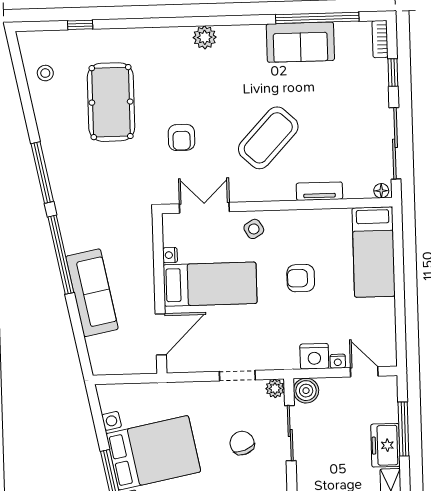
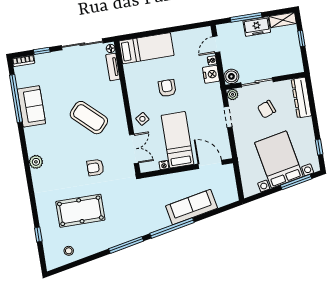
armchair: (181, 137) -> (95, 168), turned 180
tv unit: (319, 191) -> (113, 67), moved
double door: (204, 208) -> (134, 149), swing flipped
armchair: (301, 278) -> (167, 88), turned 180

